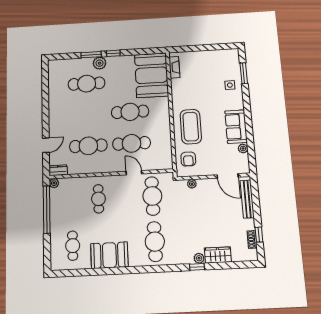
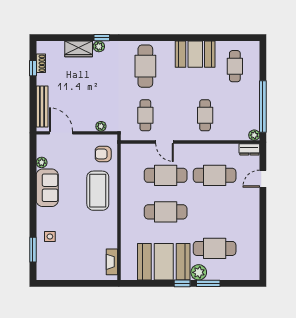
booth: (151, 75) -> (164, 262), moved, turned 90
armchair: (188, 159) -> (103, 154), turned -90
cafe table: (152, 196) -> (145, 115), width x0.73, depth x0.74

